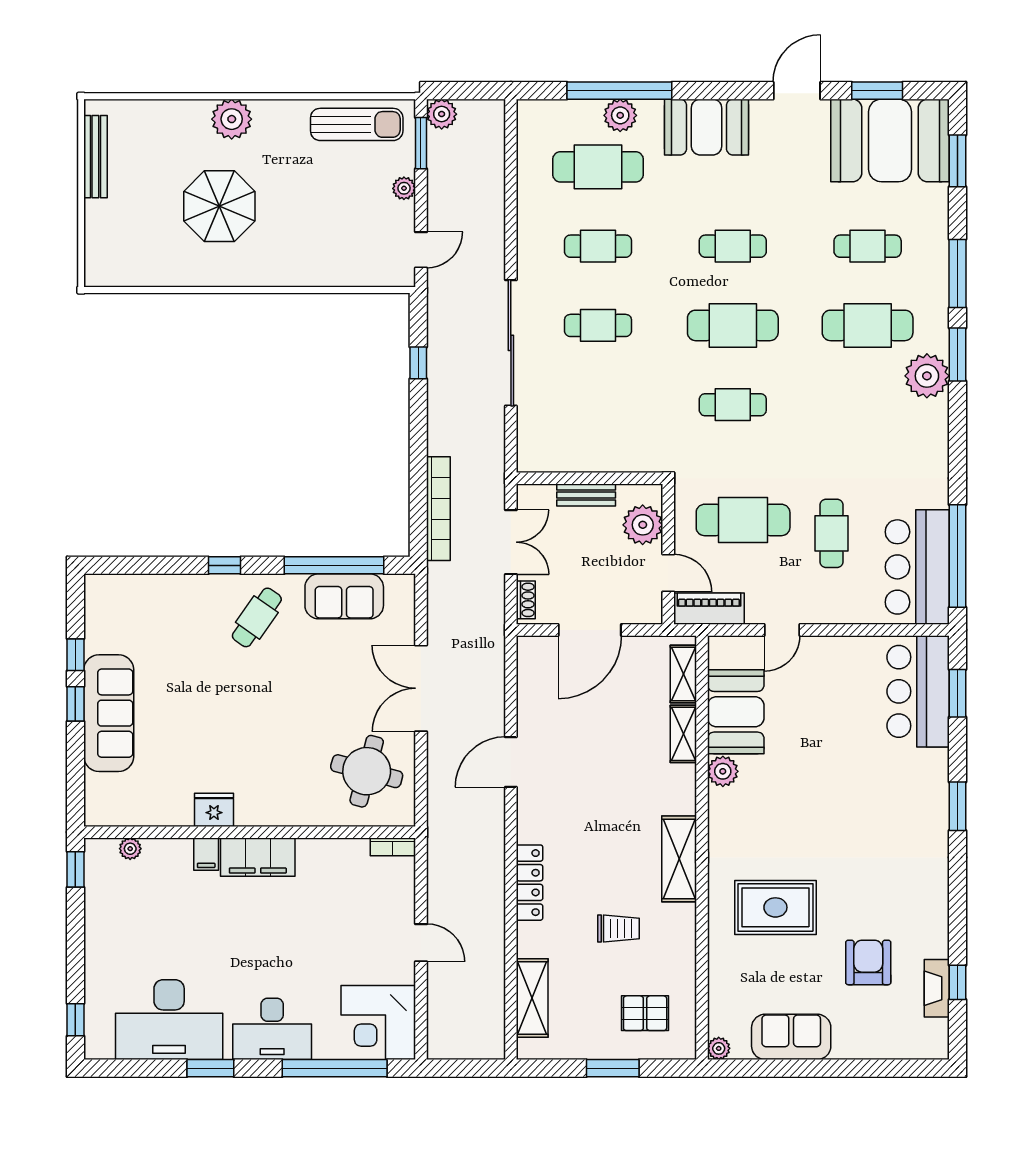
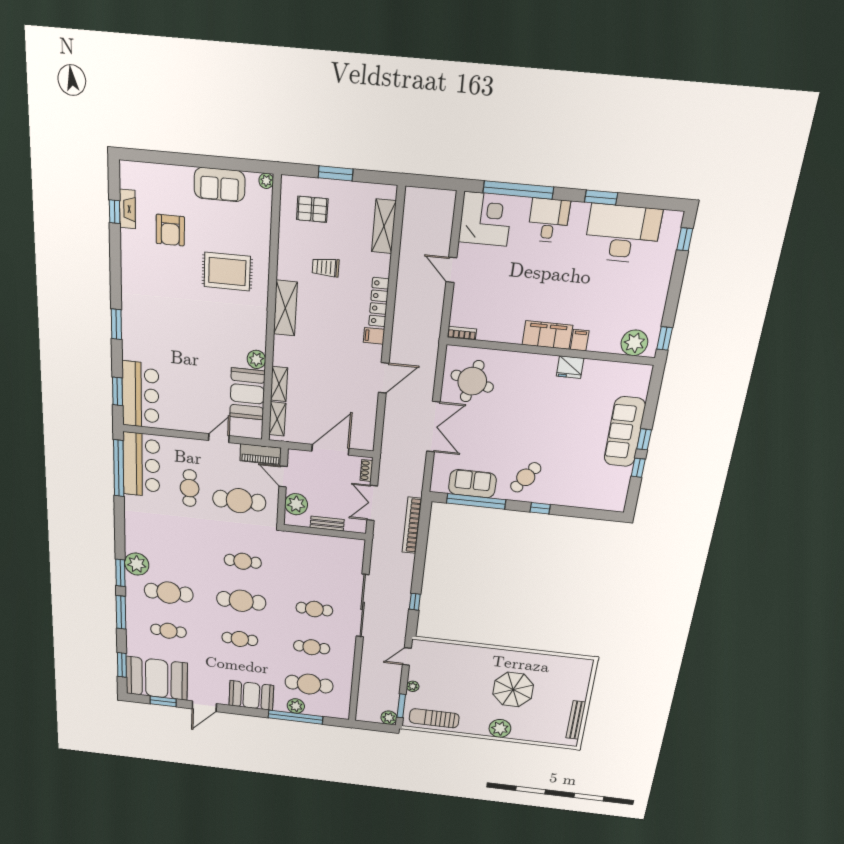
filing cabinet: (533, 829) -> (374, 336), added
plant: (130, 849) -> (634, 343), width x1.88, depth x1.88
desk: (272, 1029) -> (549, 220), width x0.73

